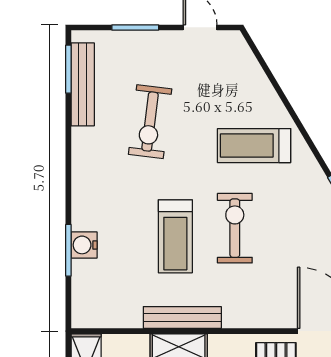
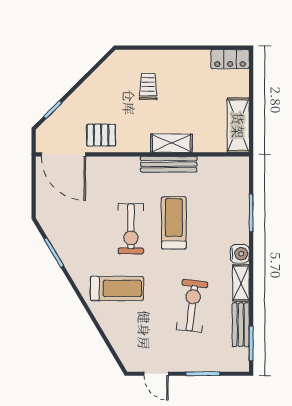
bench: (83, 84) -> (241, 325), width x0.73
shelving: (82, 153) -> (241, 283), added
water cooler: (84, 245) -> (240, 254), moved

